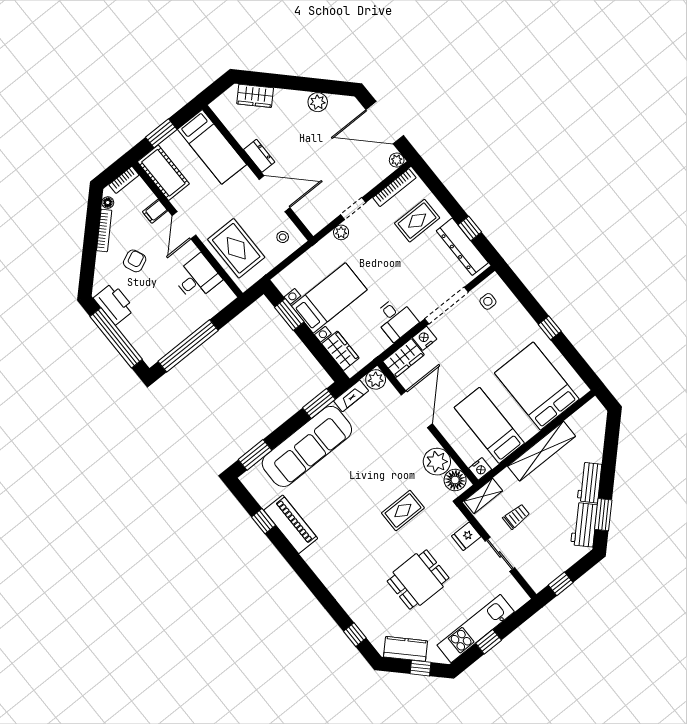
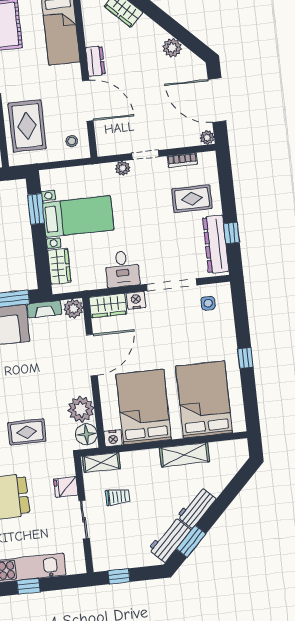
bookcase: (394, 188) -> (182, 160), width x0.64
bed: (489, 425) -> (144, 407), width x1.50
shelving: (542, 451) -> (185, 455), width x0.68

